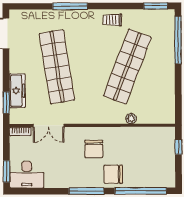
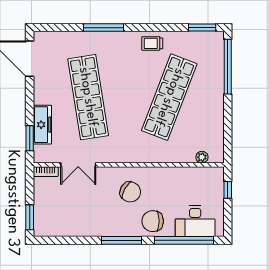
plant: (131, 119) -> (202, 157), moved
chair: (94, 149) -> (130, 192), turned -61
desk: (27, 175) -> (195, 221), moved

